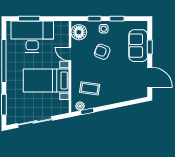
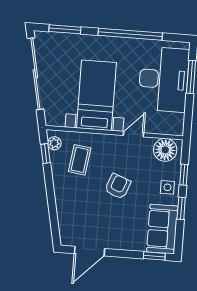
sofa: (138, 46) -> (162, 229), moved, turned -90
window: (150, 47) -> (154, 256), moved
armchair: (102, 52) -> (118, 186), moved
sliding door: (35, 122) -> (35, 74), width x1.36

